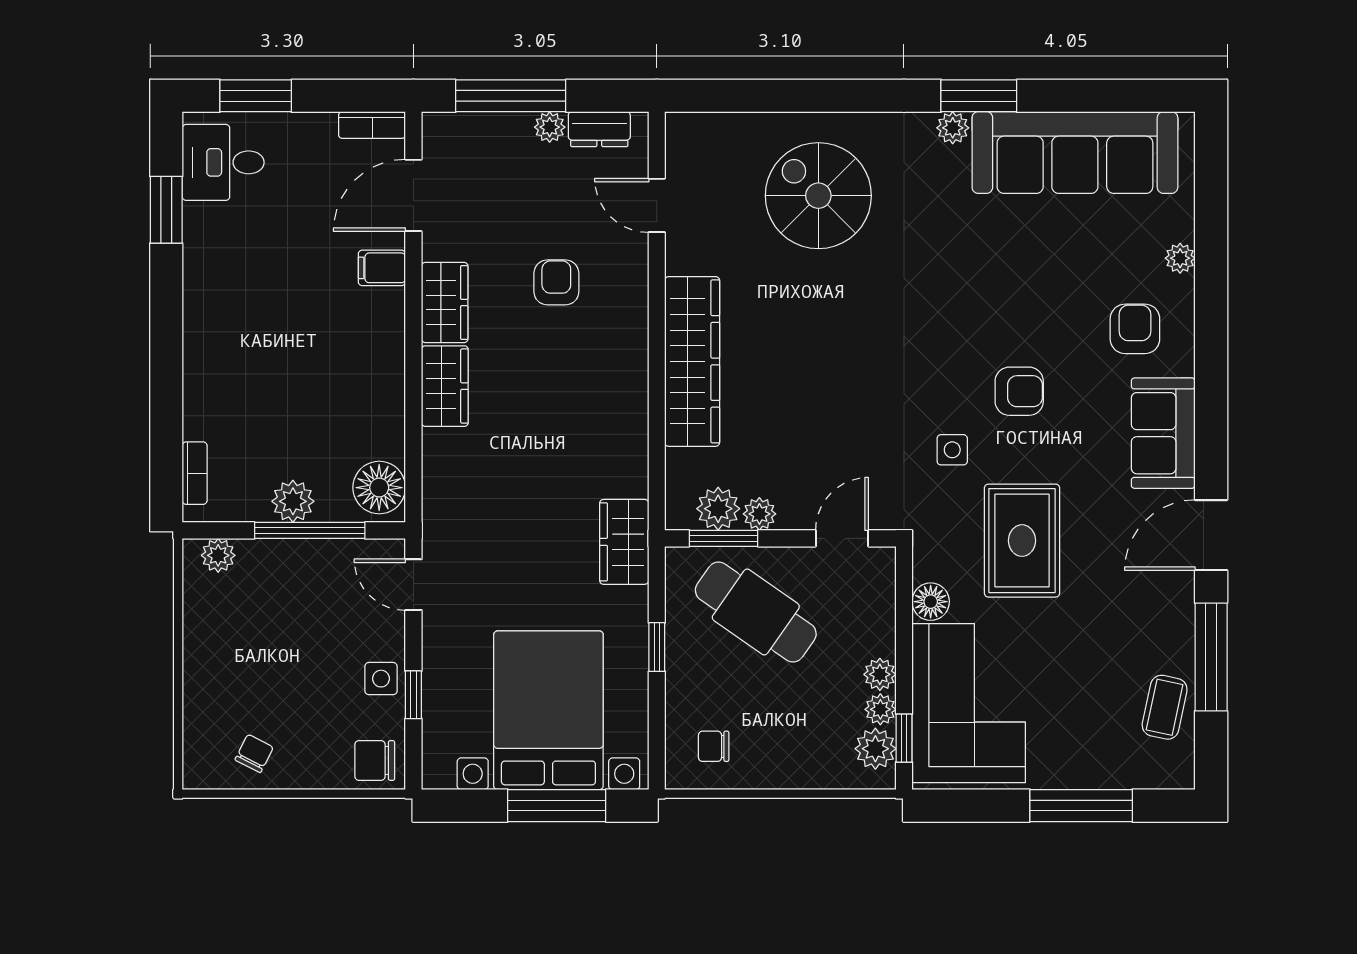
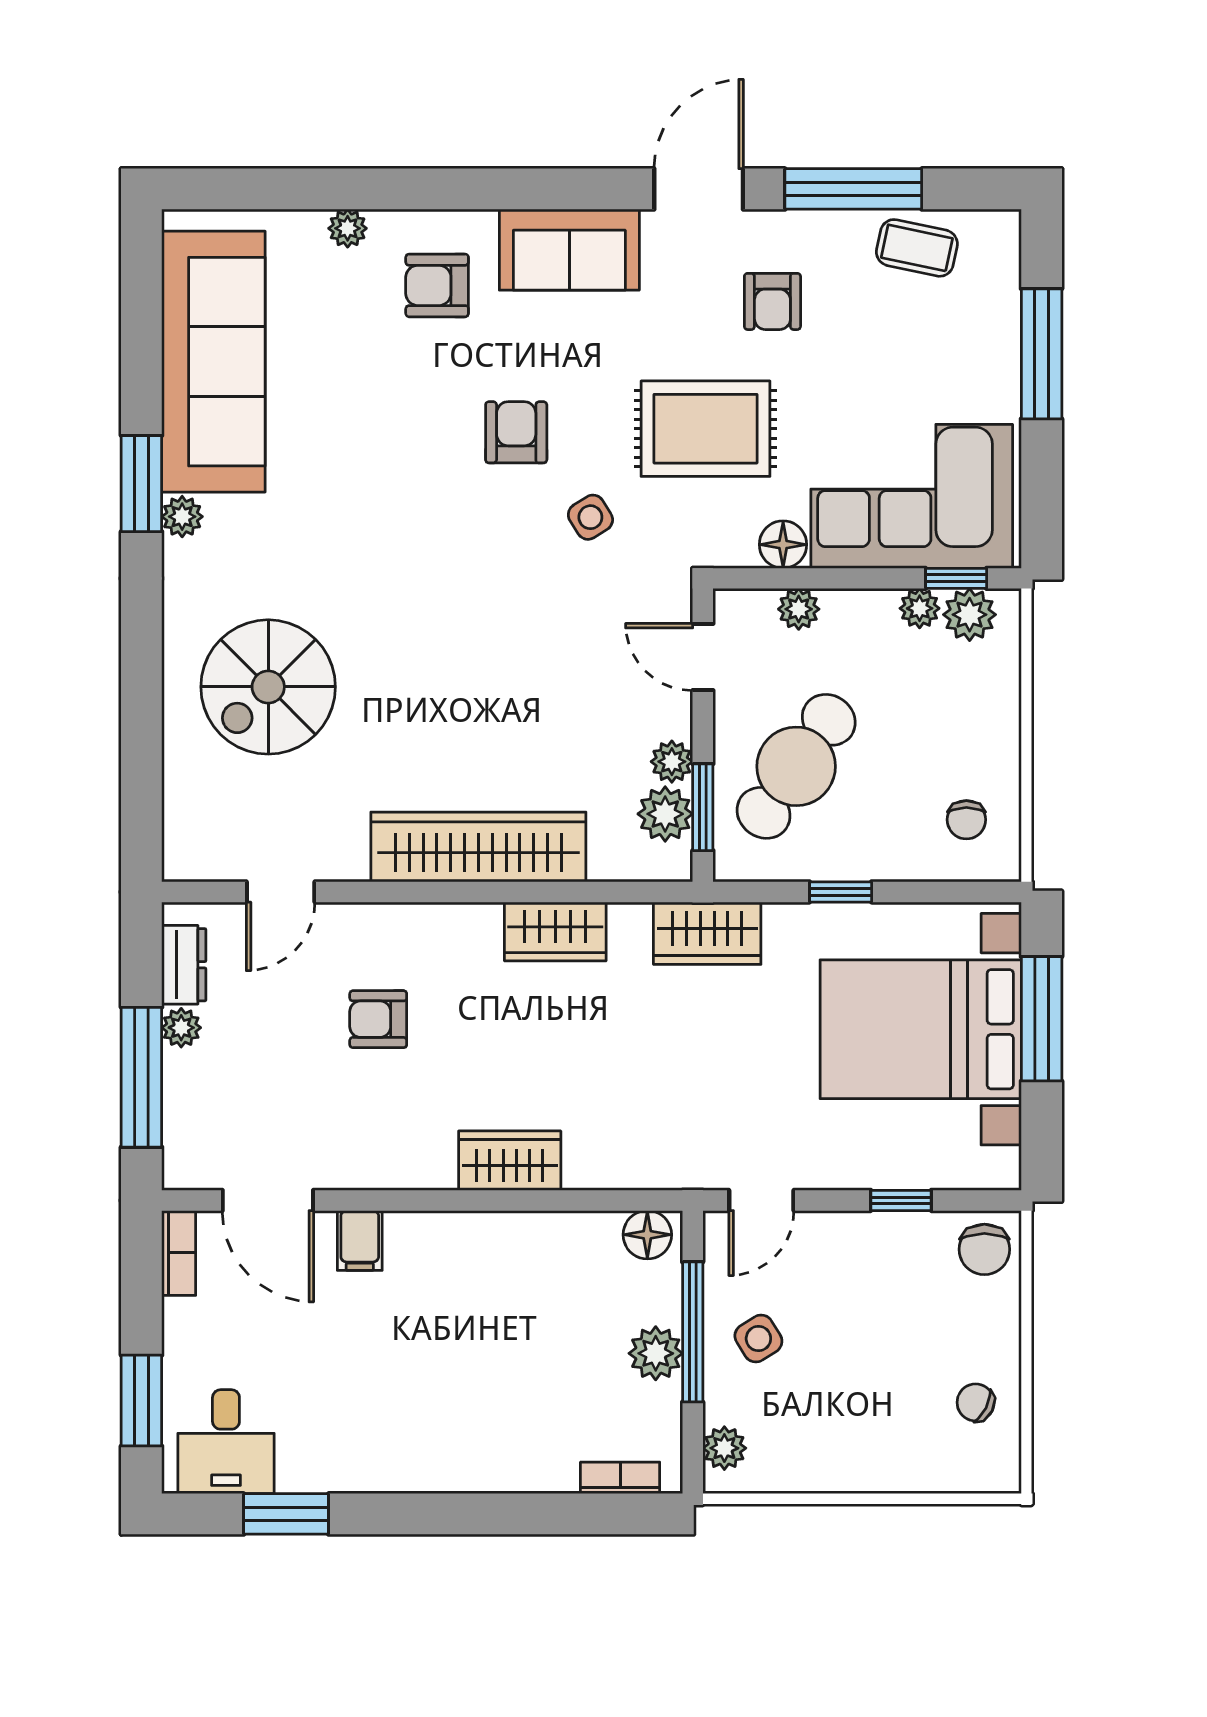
wardrobe: (445, 302) -> (555, 932), moved, turned 180
side table: (952, 450) -> (590, 517), turned -32
floor lamp: (379, 488) -> (647, 1235), width x0.73, depth x0.73
door: (1211, 535) -> (699, 189), swing flipped
armchair: (1122, 593) -> (772, 301), added
plant: (880, 674) -> (799, 609), moved
side table: (381, 679) -> (758, 1339), moved, turned -32

